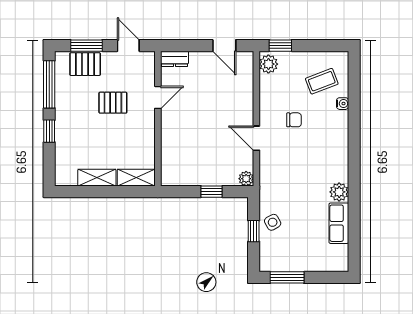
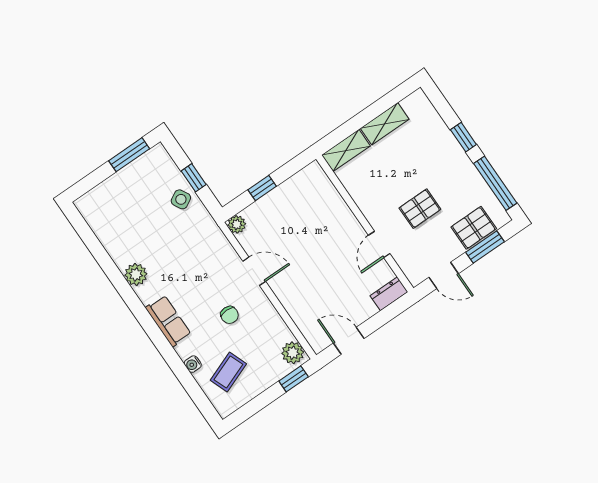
chair: (294, 120) -> (229, 315), turned -90
row of seats: (339, 223) -> (168, 321), moved

